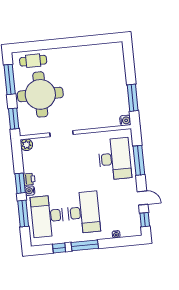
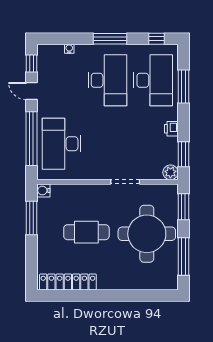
locker: (99, 50) -> (68, 282), added
cafe table: (33, 61) -> (86, 232), moved, width x1.37, depth x1.35
window: (139, 160) -> (31, 139), width x1.46
window: (20, 183) -> (183, 154), moved
water cooler: (30, 191) -> (172, 114), removed
desk: (83, 212) -> (107, 80), turned 180
window: (59, 248) -> (156, 39), moved

